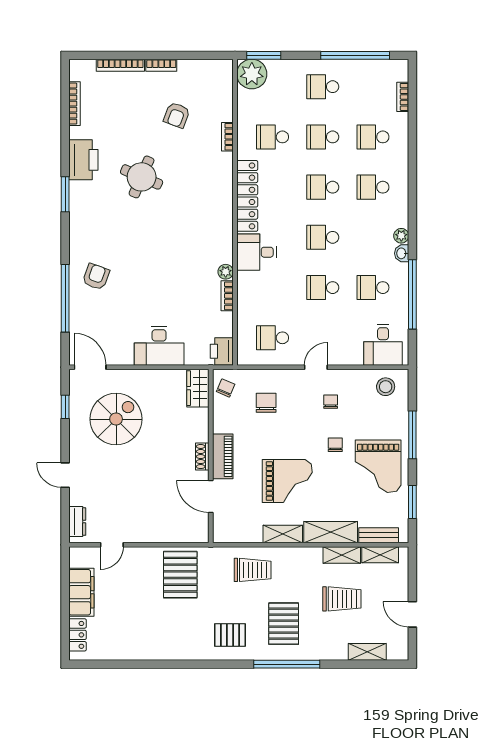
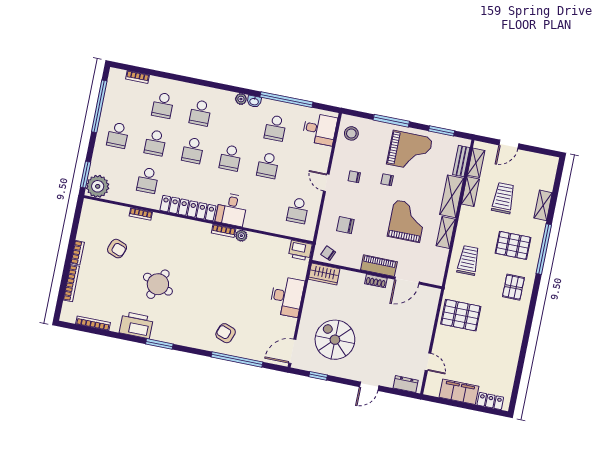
bookcase: (227, 296) -> (224, 231), moved
door: (412, 614) -> (509, 144), moved
shelving: (367, 652) -> (543, 205), moved

